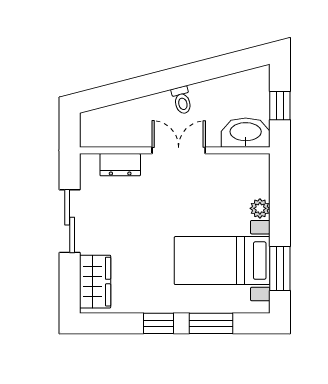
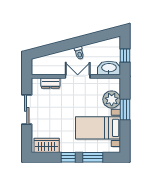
plant: (260, 208) -> (112, 99), width x1.88, depth x1.88
window: (280, 268) -> (125, 109), moved
wardrobe: (95, 282) -> (47, 145), moved, turned -90

